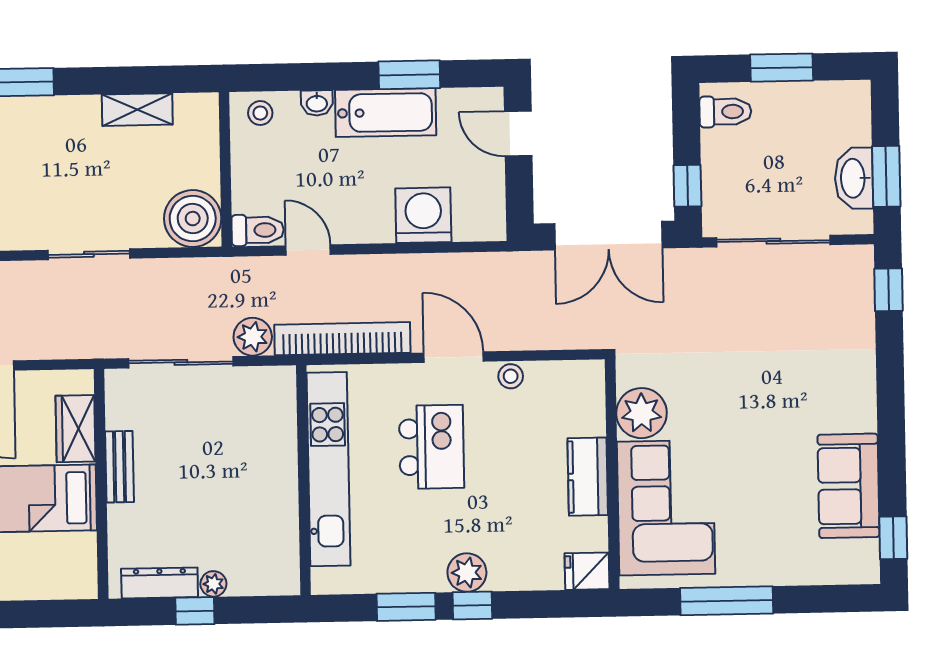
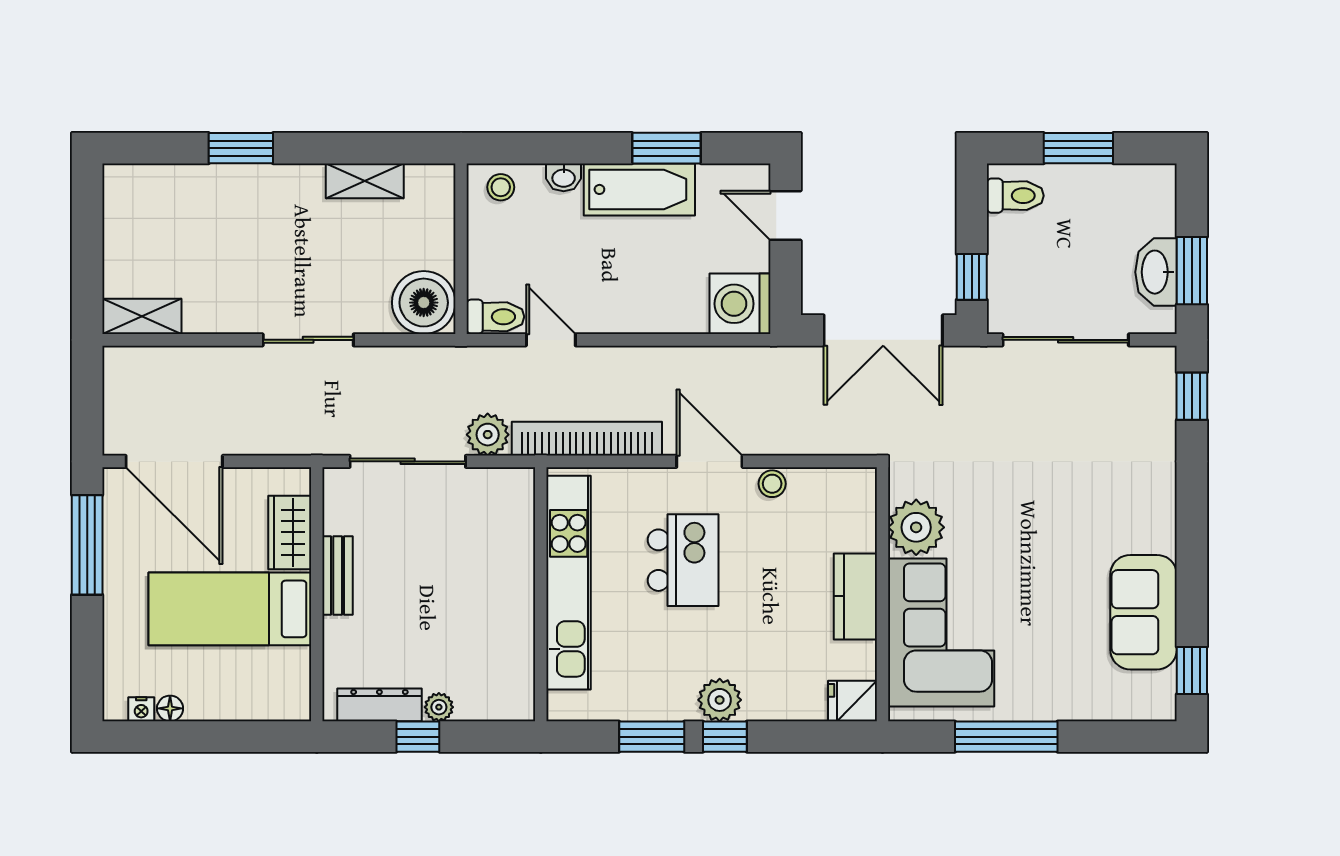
washing machine: (423, 215) -> (740, 304), moved, turned -90

